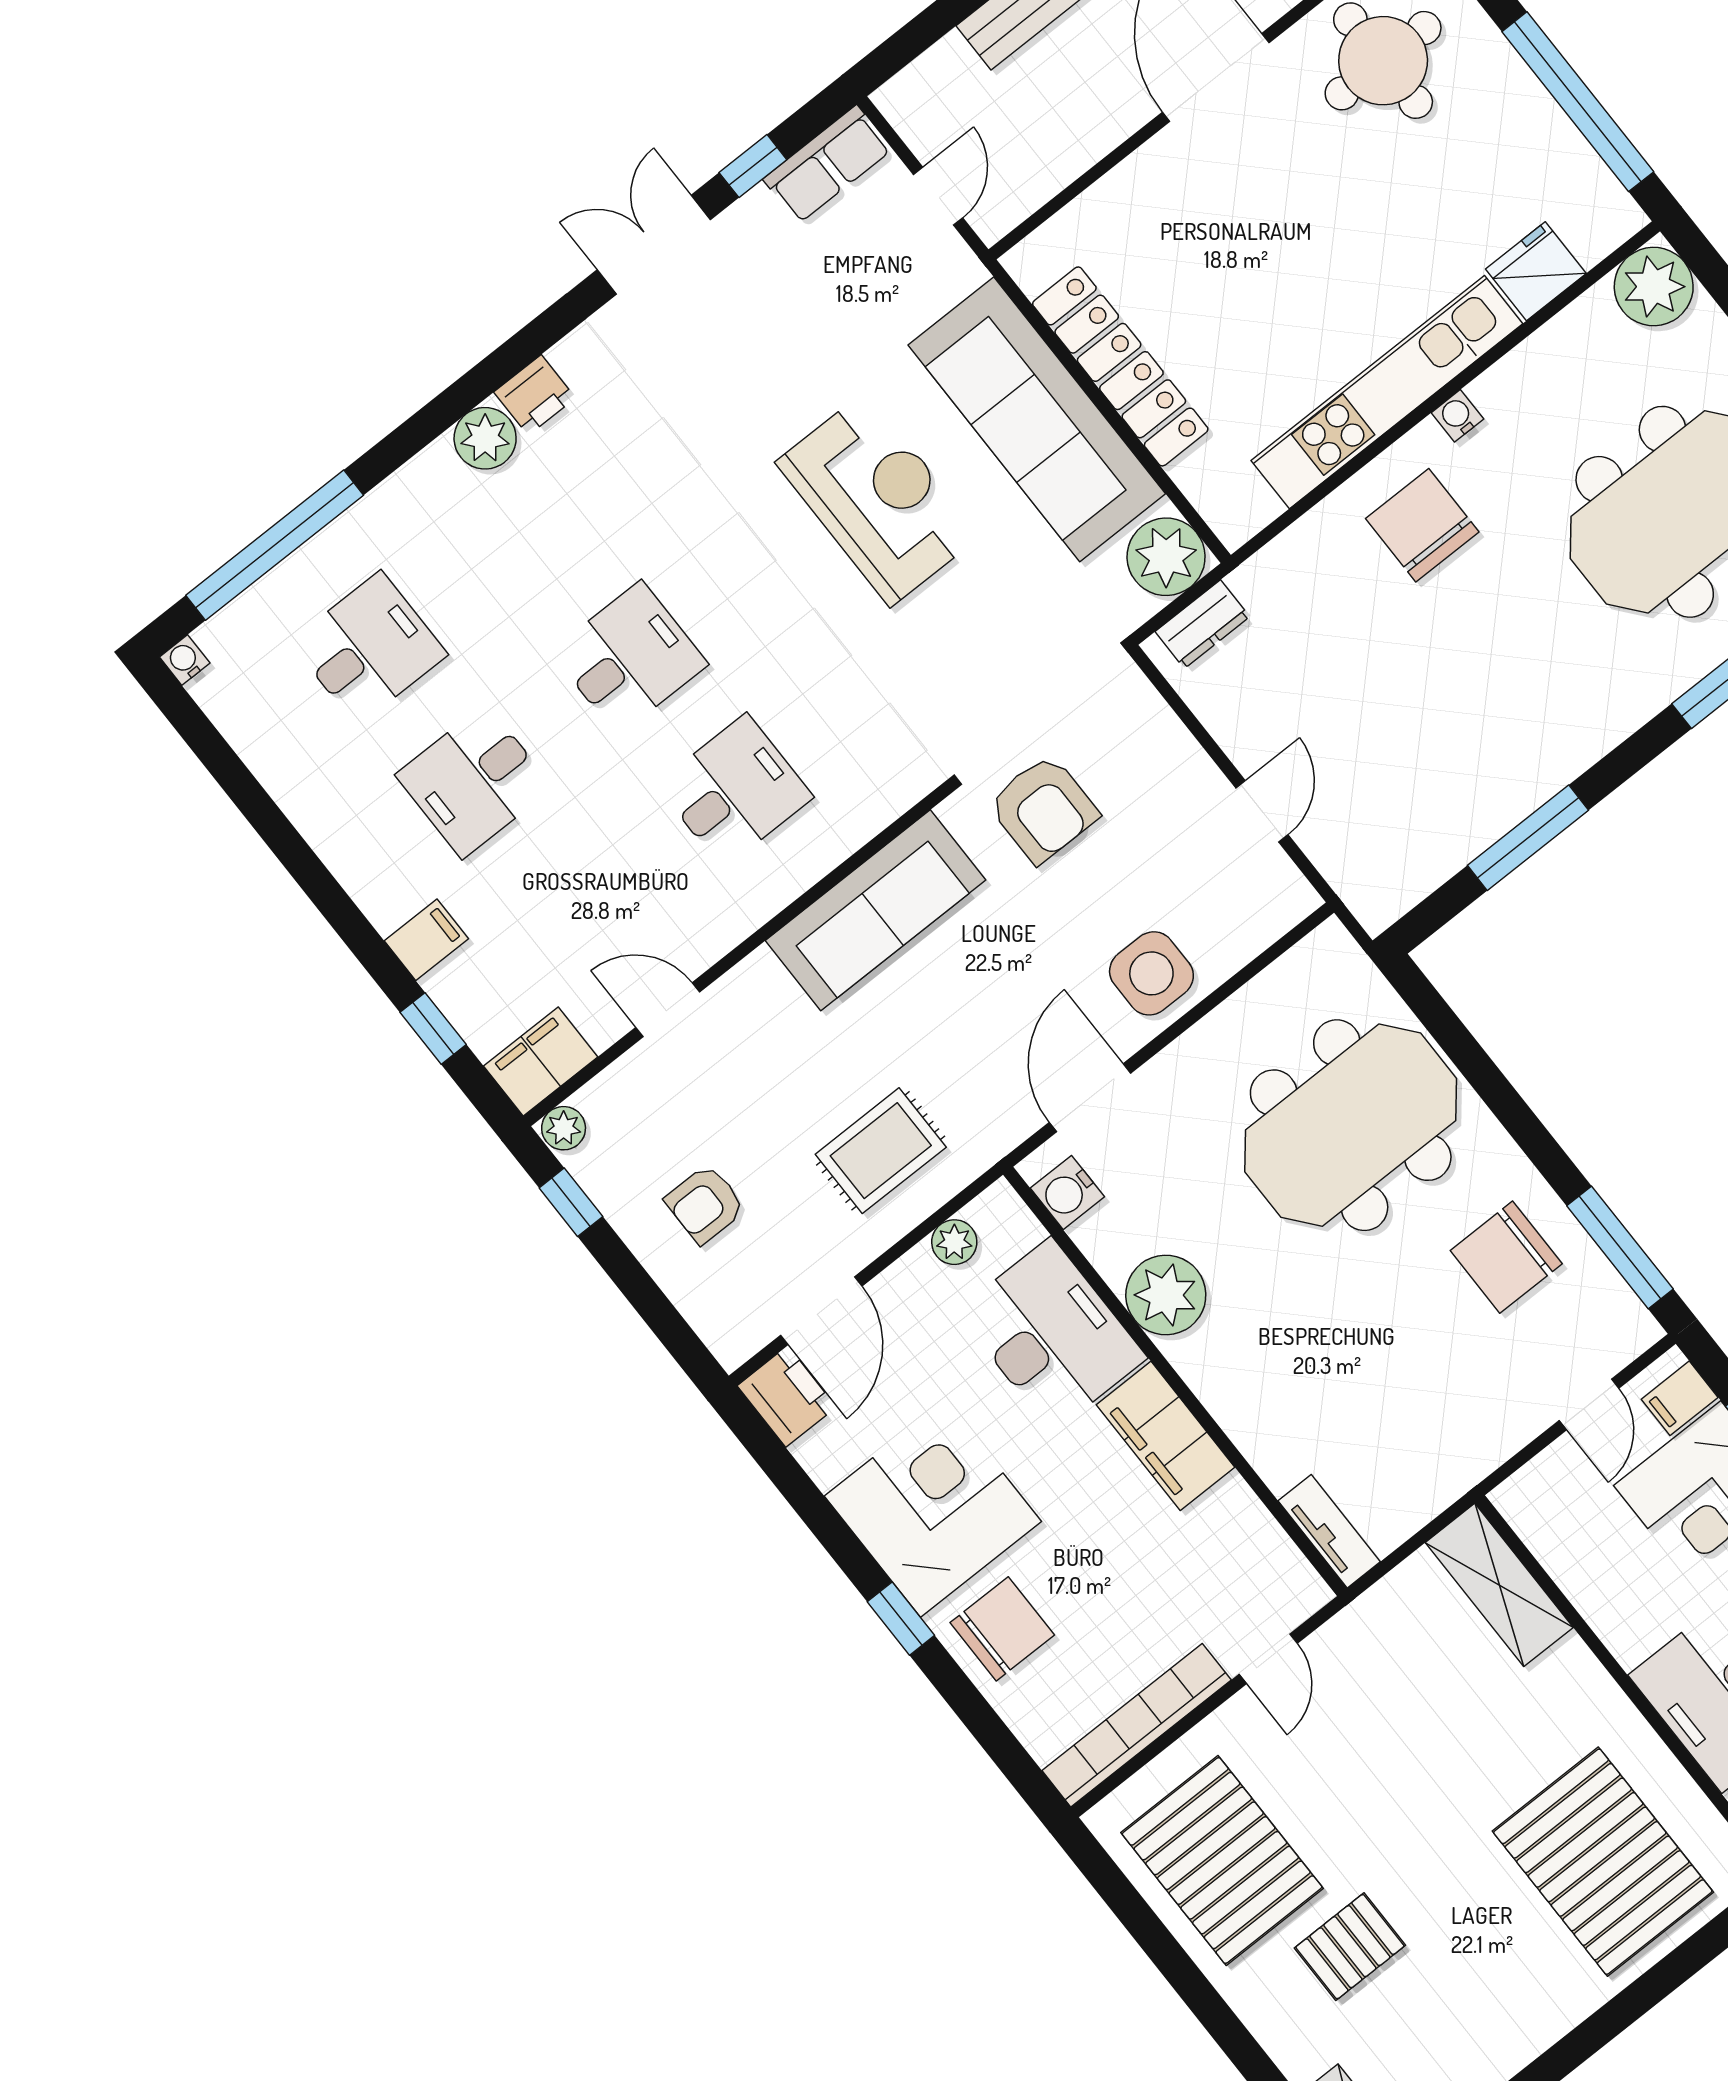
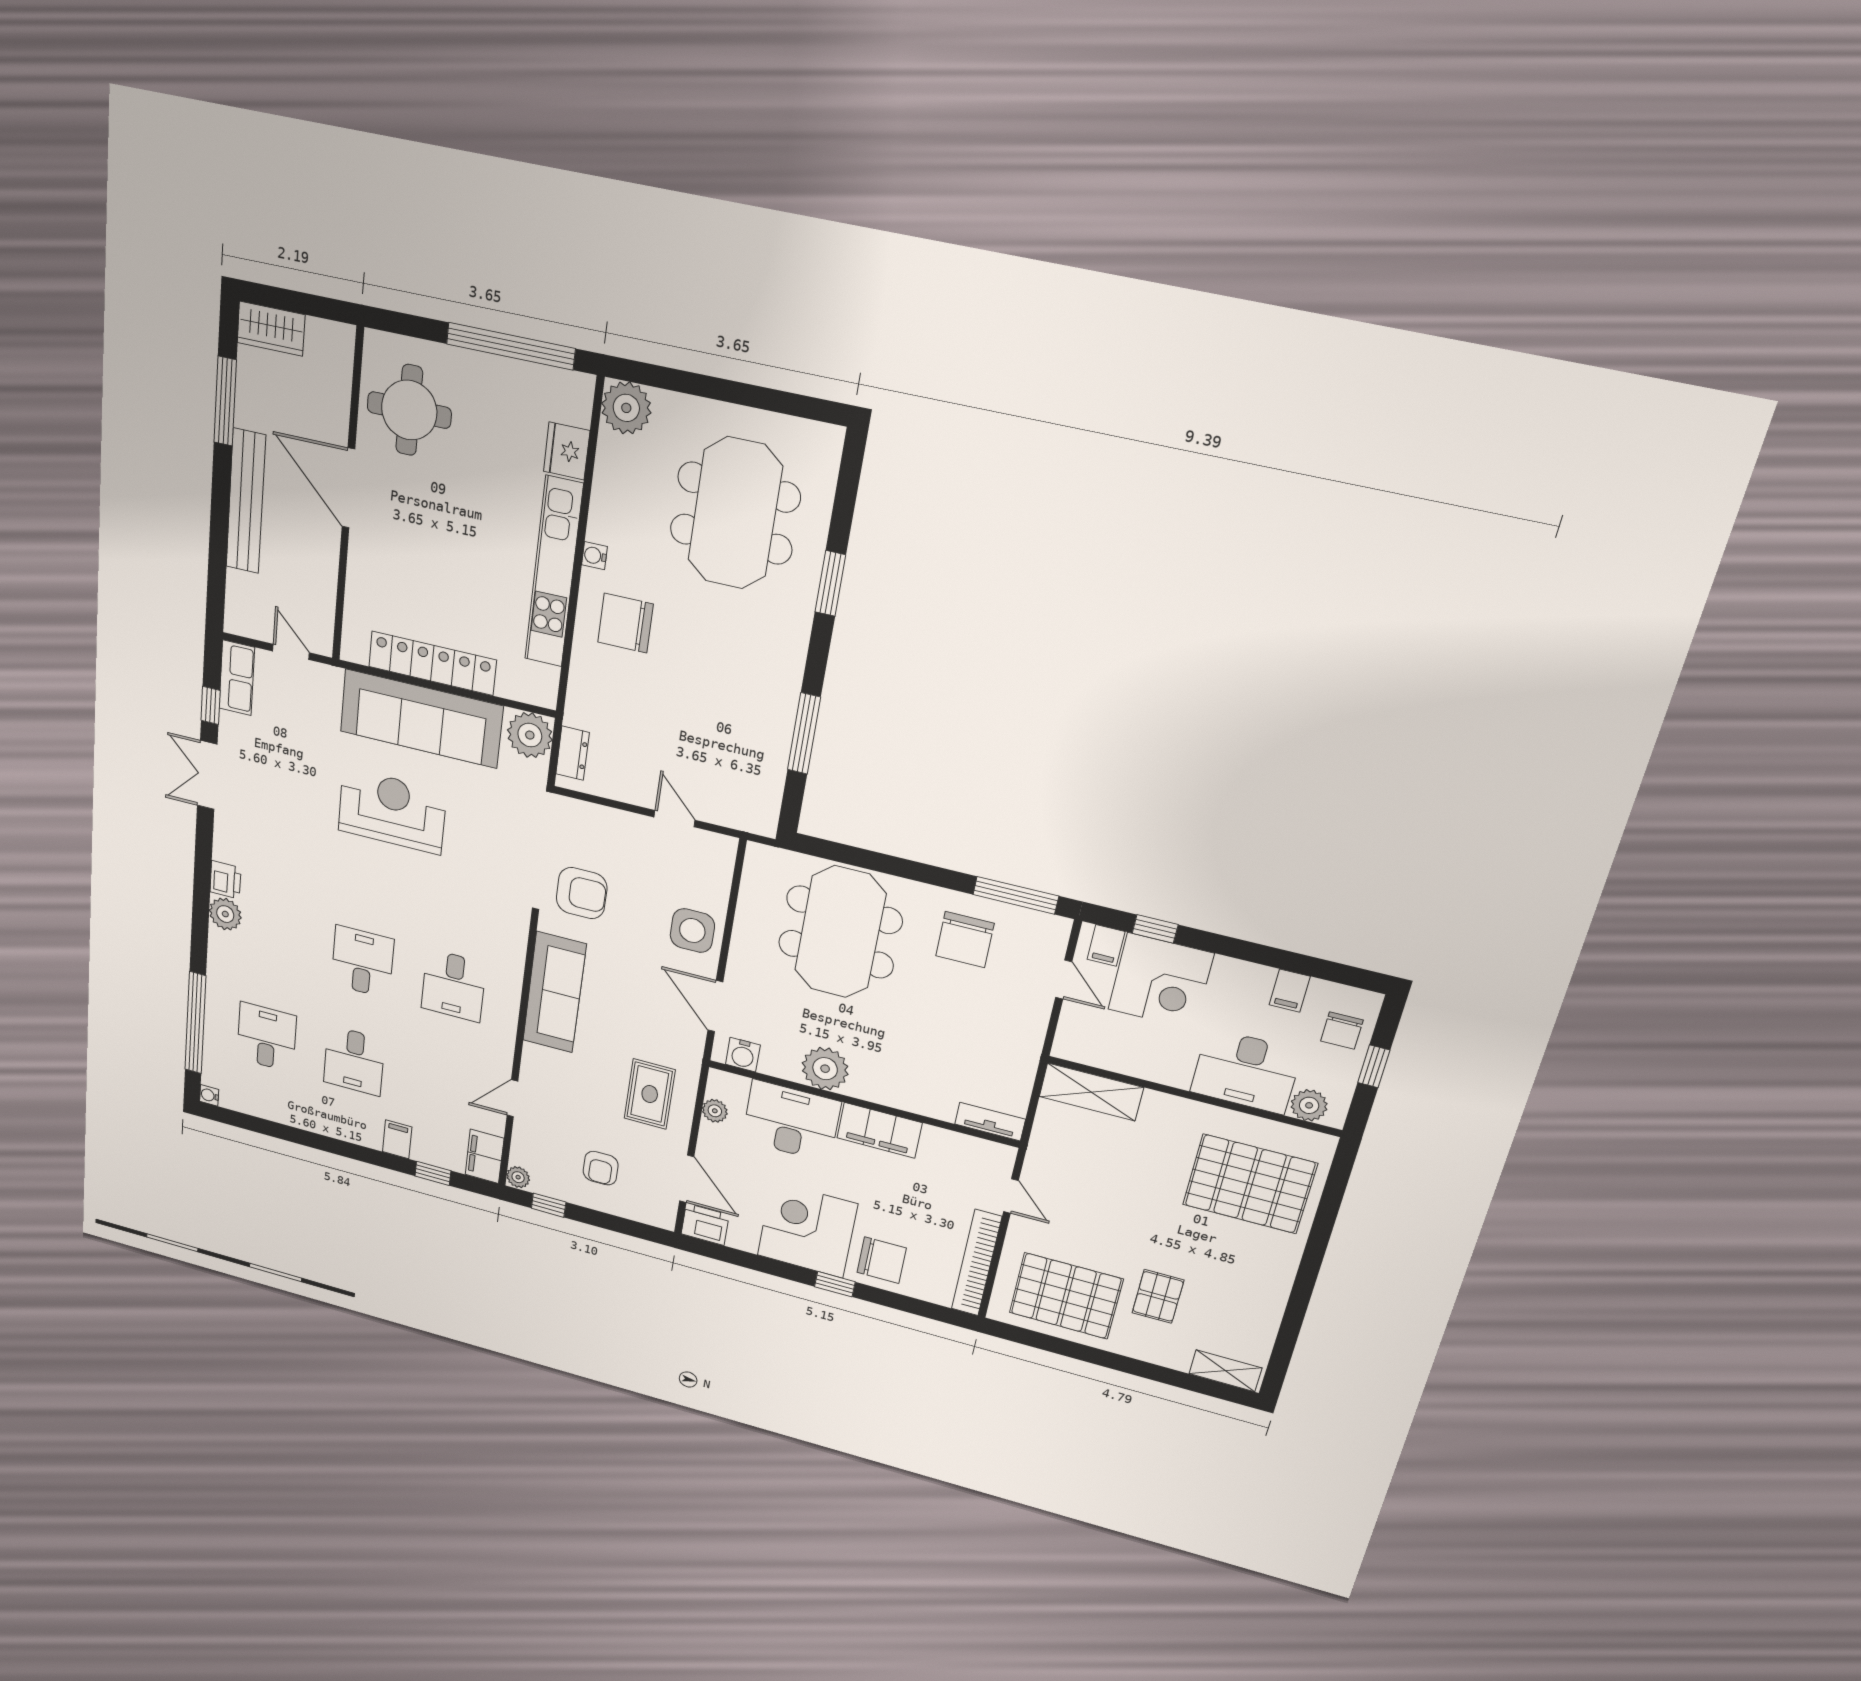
desk: (735, 791) -> (453, 985), turned 180
chair: (1002, 1629) -> (882, 1260), turned 90

